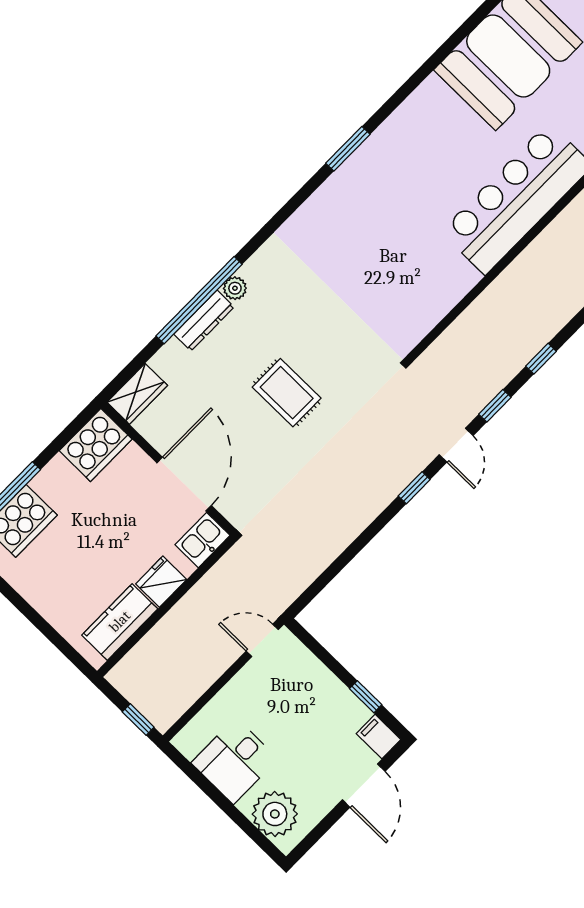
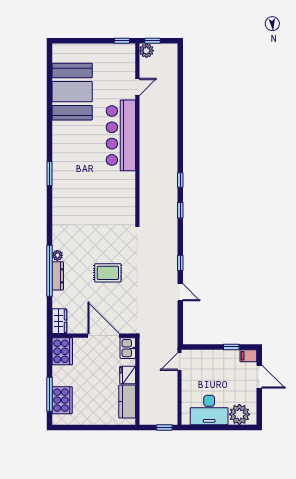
door: (456, 445) -> (180, 292), moved
desk: (235, 761) -> (209, 410), width x1.37

